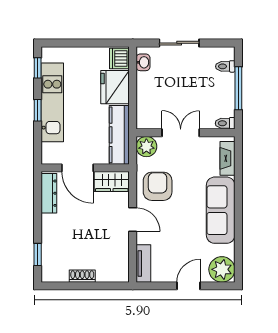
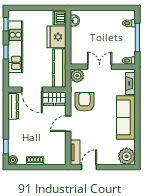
sliding door: (179, 43) -> (99, 8), removed
door: (133, 220) -> (68, 124), swing flipped
plant: (48, 275) -> (13, 160), added
door: (188, 286) -> (89, 167), moved

